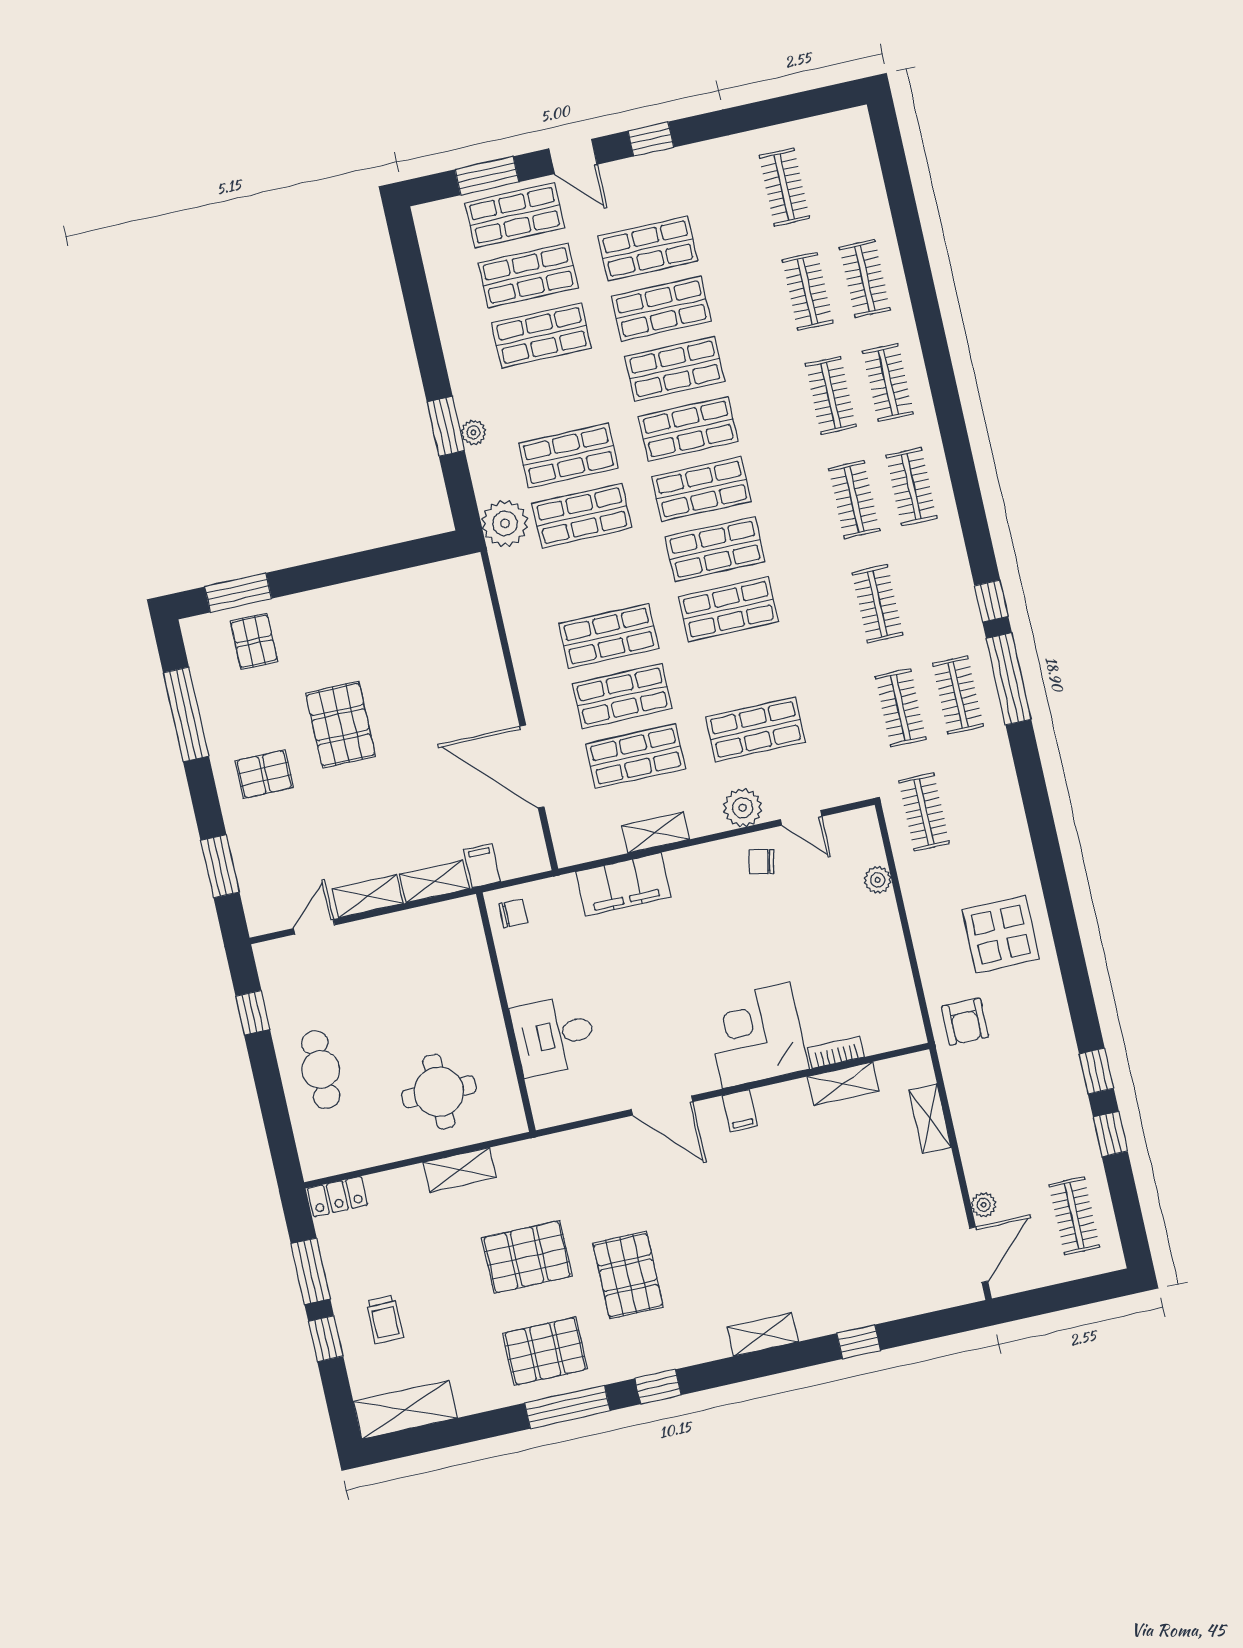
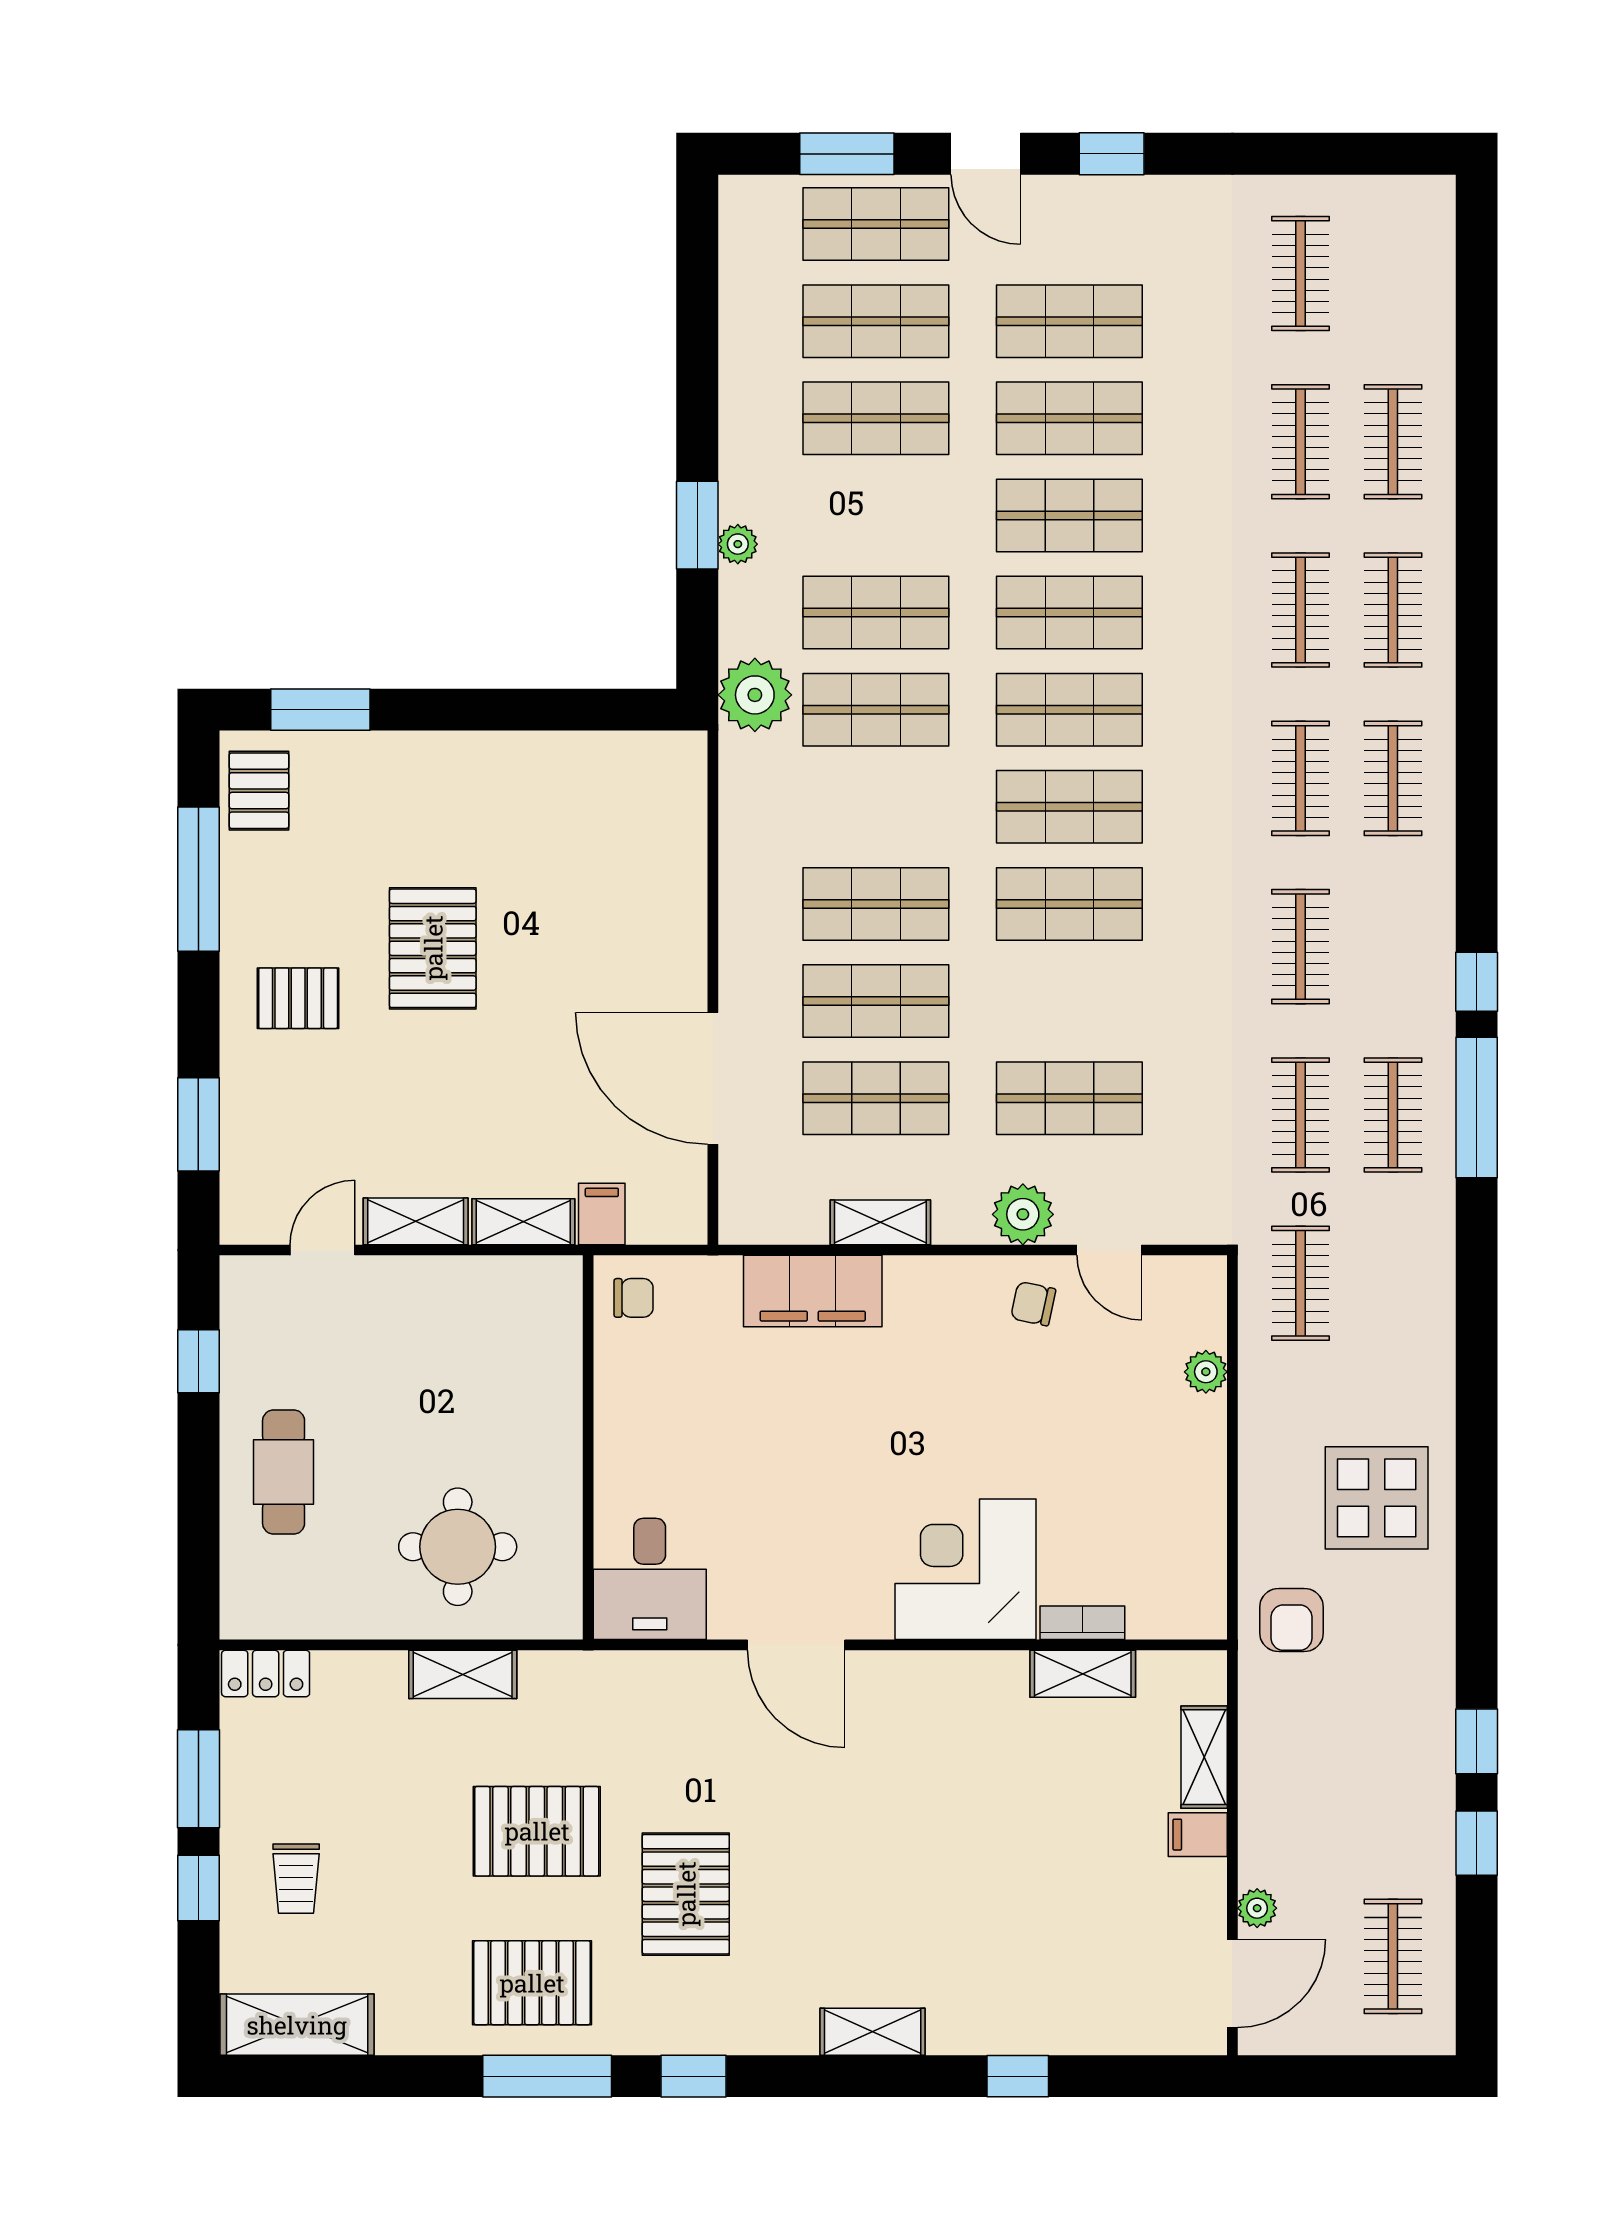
pallet: (254, 641) -> (259, 791), moved
desk: (554, 1035) -> (650, 1579), moved, turned -90
filing cabinet: (740, 1111) -> (1198, 1835), moved, turned 90

